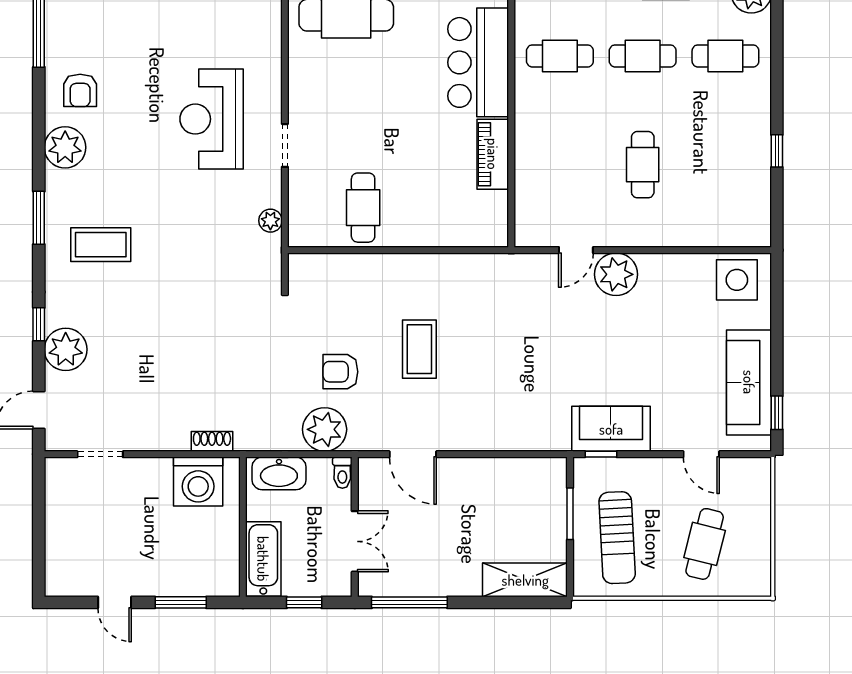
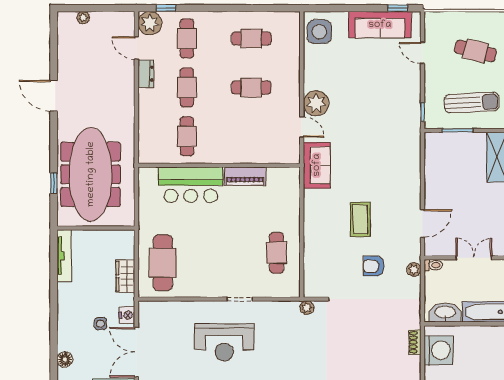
window: (777, 151) -> (166, 8), moved
cafe table: (725, 165) -> (251, 39), added
cafe table: (363, 208) -> (277, 253), turned 90
plant: (270, 221) -> (307, 308), moved
coffee table: (419, 349) -> (360, 219), turned 90
armchair: (340, 372) -> (374, 266), turned 91
plant: (325, 429) -> (414, 270), width x0.53, depth x0.53
sofa: (611, 429) -> (317, 165), moved, turned 180
door: (701, 454) -> (422, 53), swing flipped
washbasin: (279, 473) -> (445, 313), moved, turned -90

